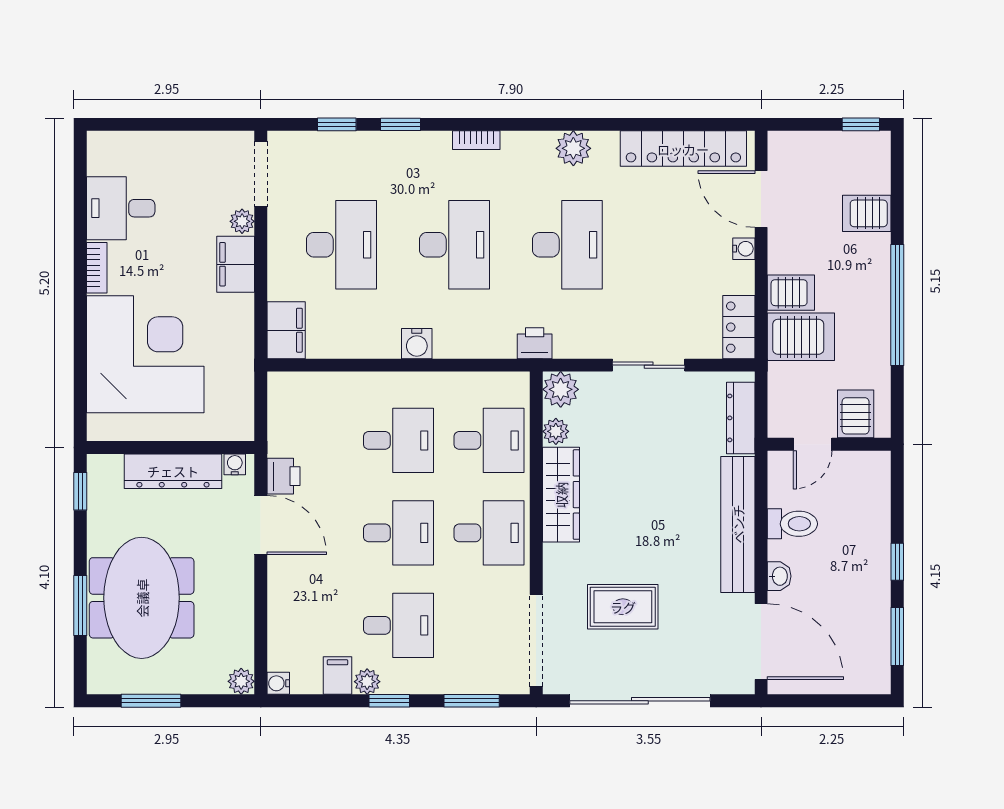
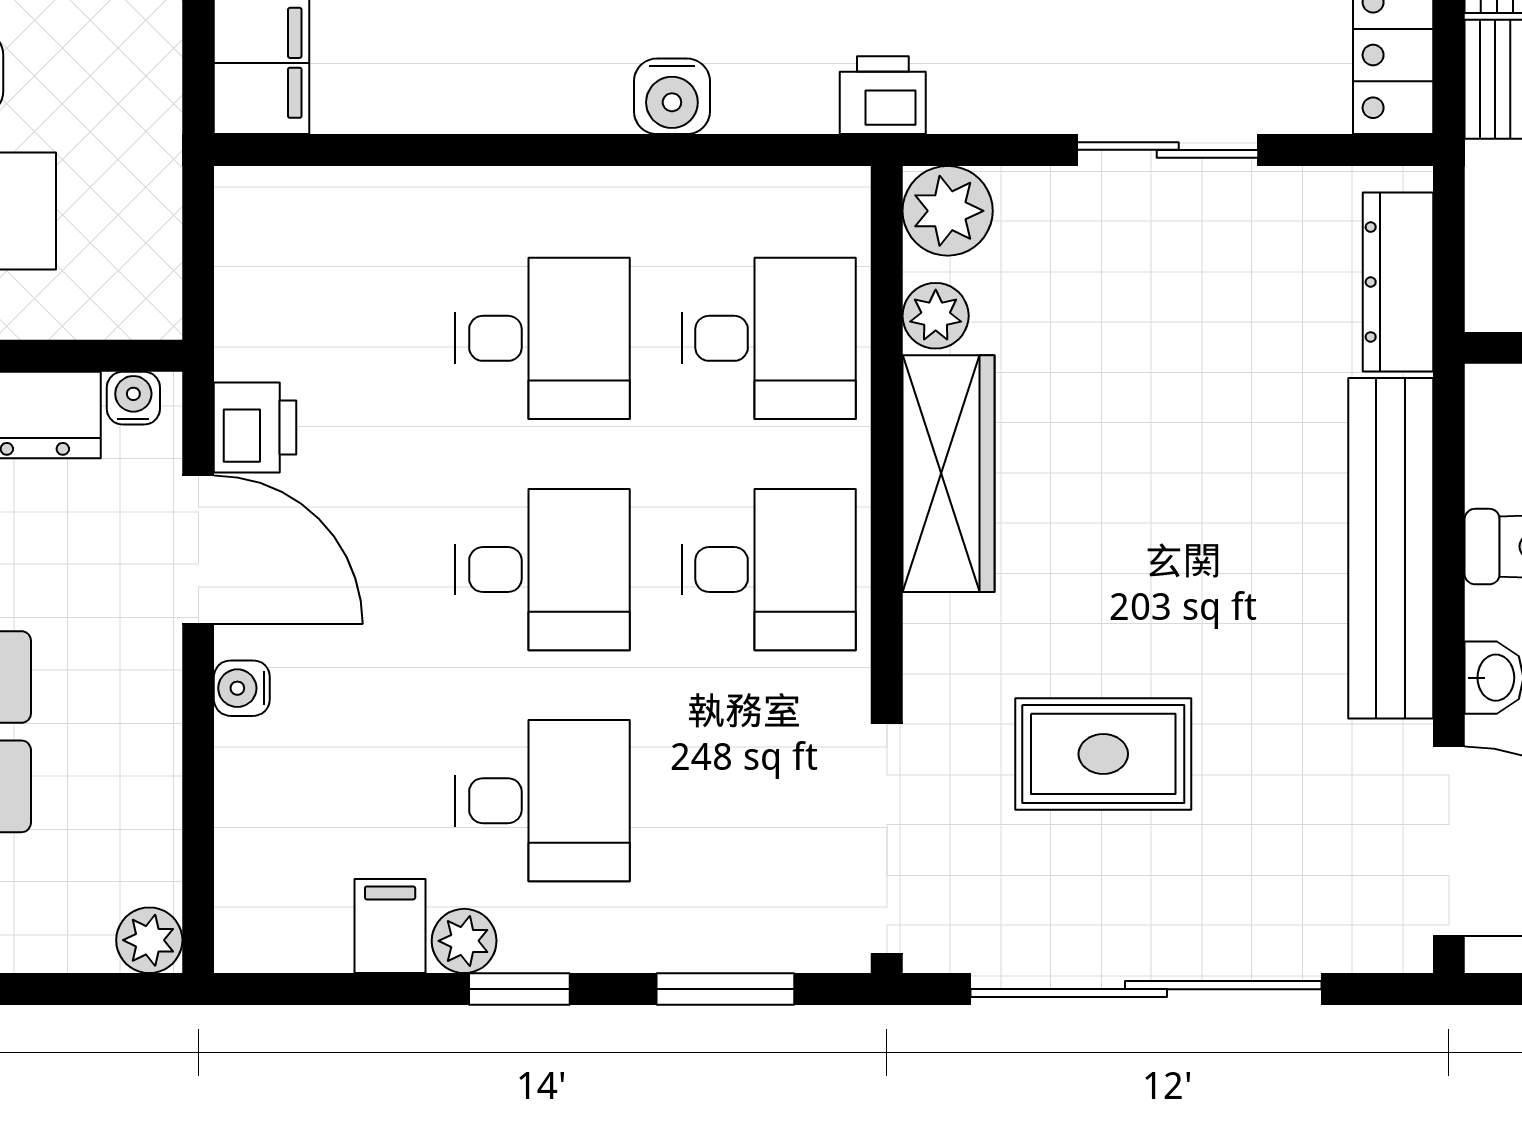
water cooler: (417, 344) -> (672, 96), moved
water cooler: (278, 683) -> (242, 688), moved

